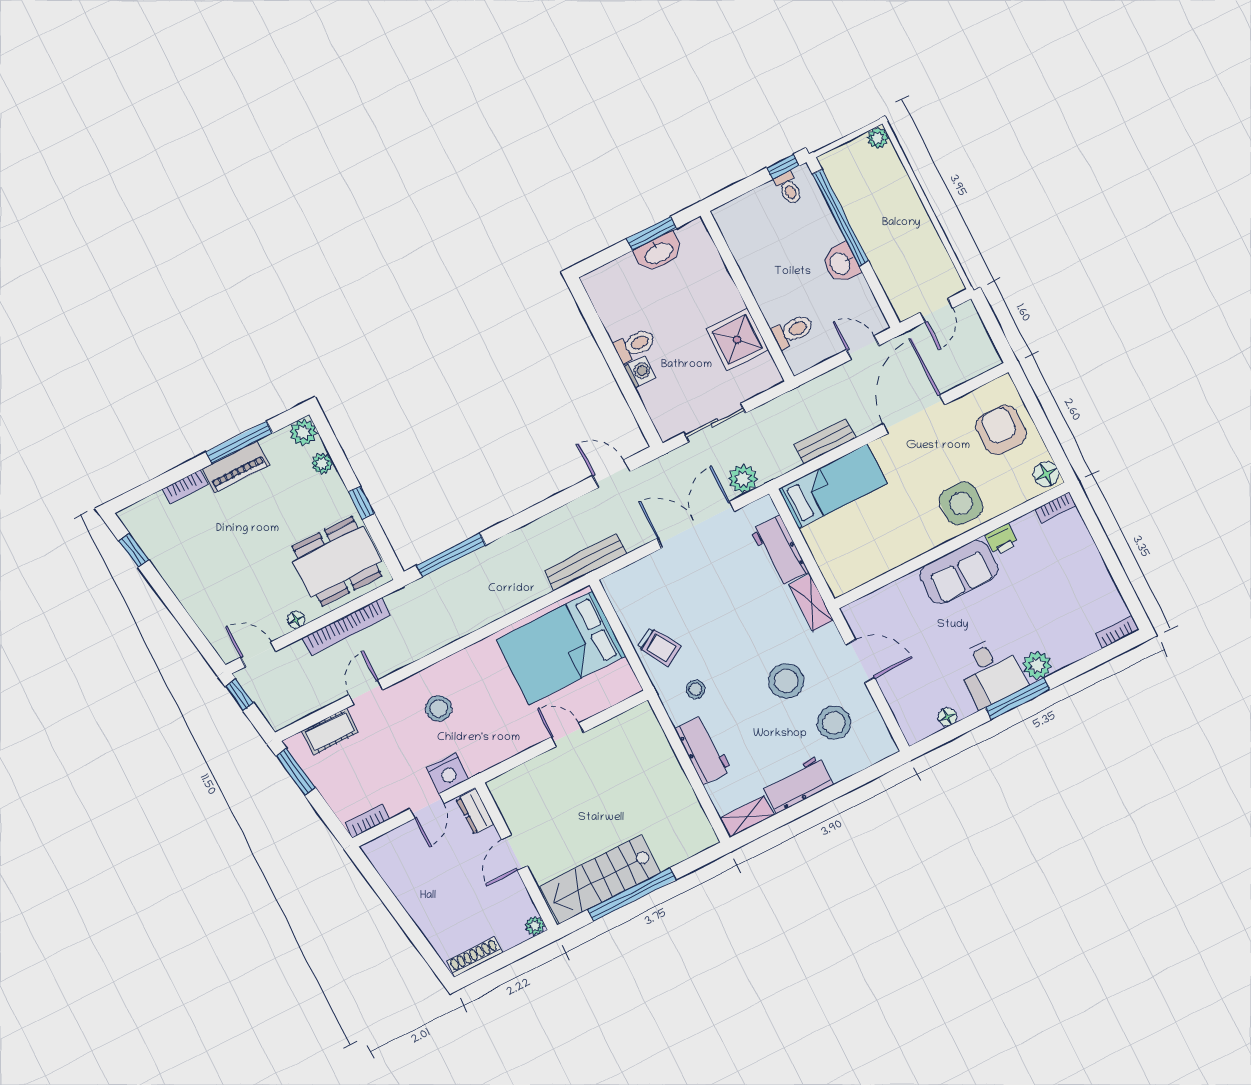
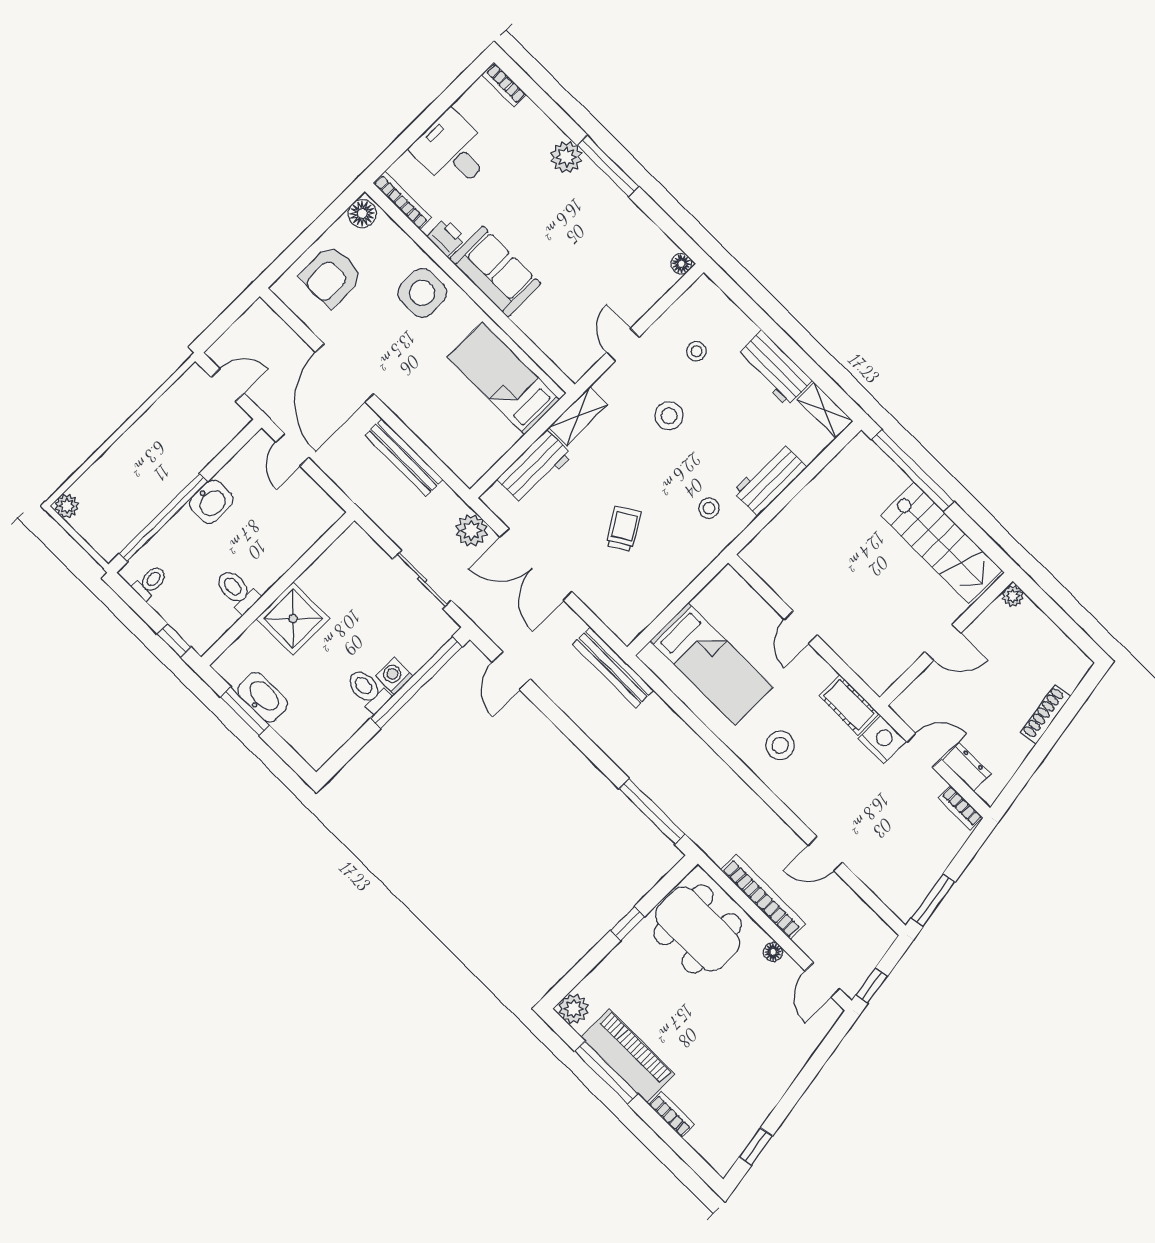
window: (783, 167) -> (174, 640), moved
toilet: (793, 331) -> (237, 591), moved
shower: (737, 340) -> (293, 619), moved
window: (628, 389) -> (416, 683), added
door: (914, 414) -> (345, 373), hinge flipped
bench: (825, 441) -> (404, 457), width x1.36
plant: (322, 464) -> (600, 978), removed
piano: (236, 467) -> (628, 1056), width x1.37, depth x1.33
bed: (833, 486) -> (503, 378), moved
bookcase: (1056, 507) -> (402, 201), width x1.56
trolley: (659, 647) -> (624, 529), moved
bed: (561, 648) -> (712, 664), width x0.67
door: (860, 661) -> (623, 345), width x0.73
desk: (991, 672) -> (452, 151), moved, turned -90
stool: (786, 681) -> (669, 416), width x0.73, depth x0.73
stool: (439, 708) -> (780, 745), moved
floor lamp: (947, 717) -> (681, 264), moved
stool: (834, 723) -> (696, 351), width x0.53, depth x0.53
cot: (330, 732) -> (849, 705), moved
dresser: (475, 812) -> (966, 767), moved, turned -90
window: (632, 895) -> (913, 471), moved
shoe rack: (475, 957) -> (1046, 714), moved, turned 81

